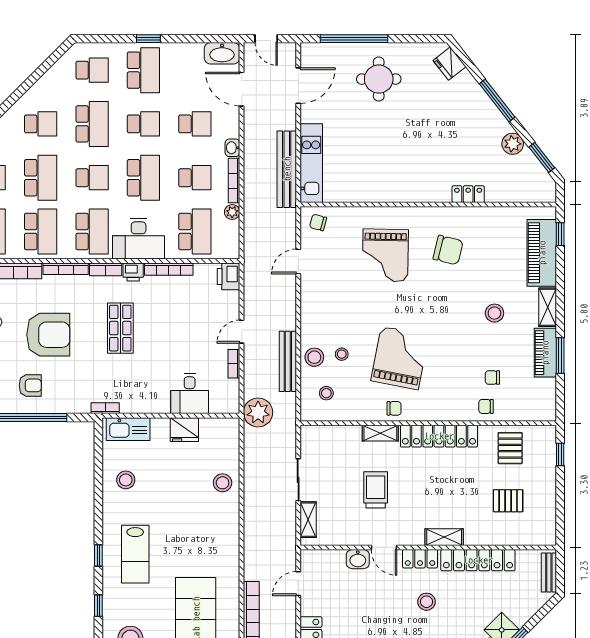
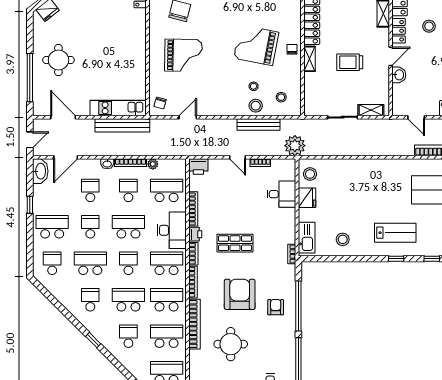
window: (148, 39) -> (30, 205), moved
door: (298, 261) -> (188, 117), swing flipped
stool: (223, 483) -> (310, 174), moved

